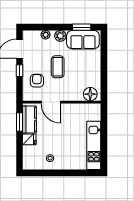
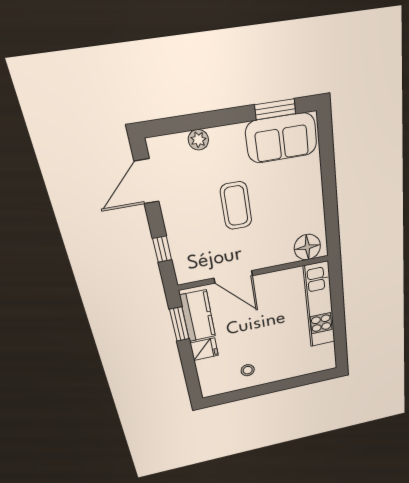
plant: (60, 36) -> (232, 137), removed
window: (20, 71) -> (162, 249), moved
armchair: (37, 81) -> (198, 241), removed
kitchen unit: (94, 145) -> (319, 305), moved

